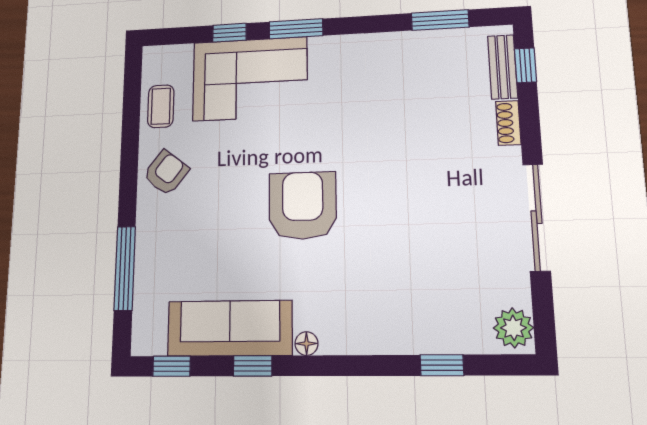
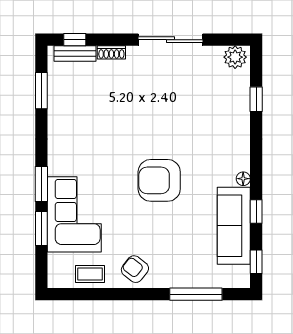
window: (229, 33) -> (41, 229), width x1.50

